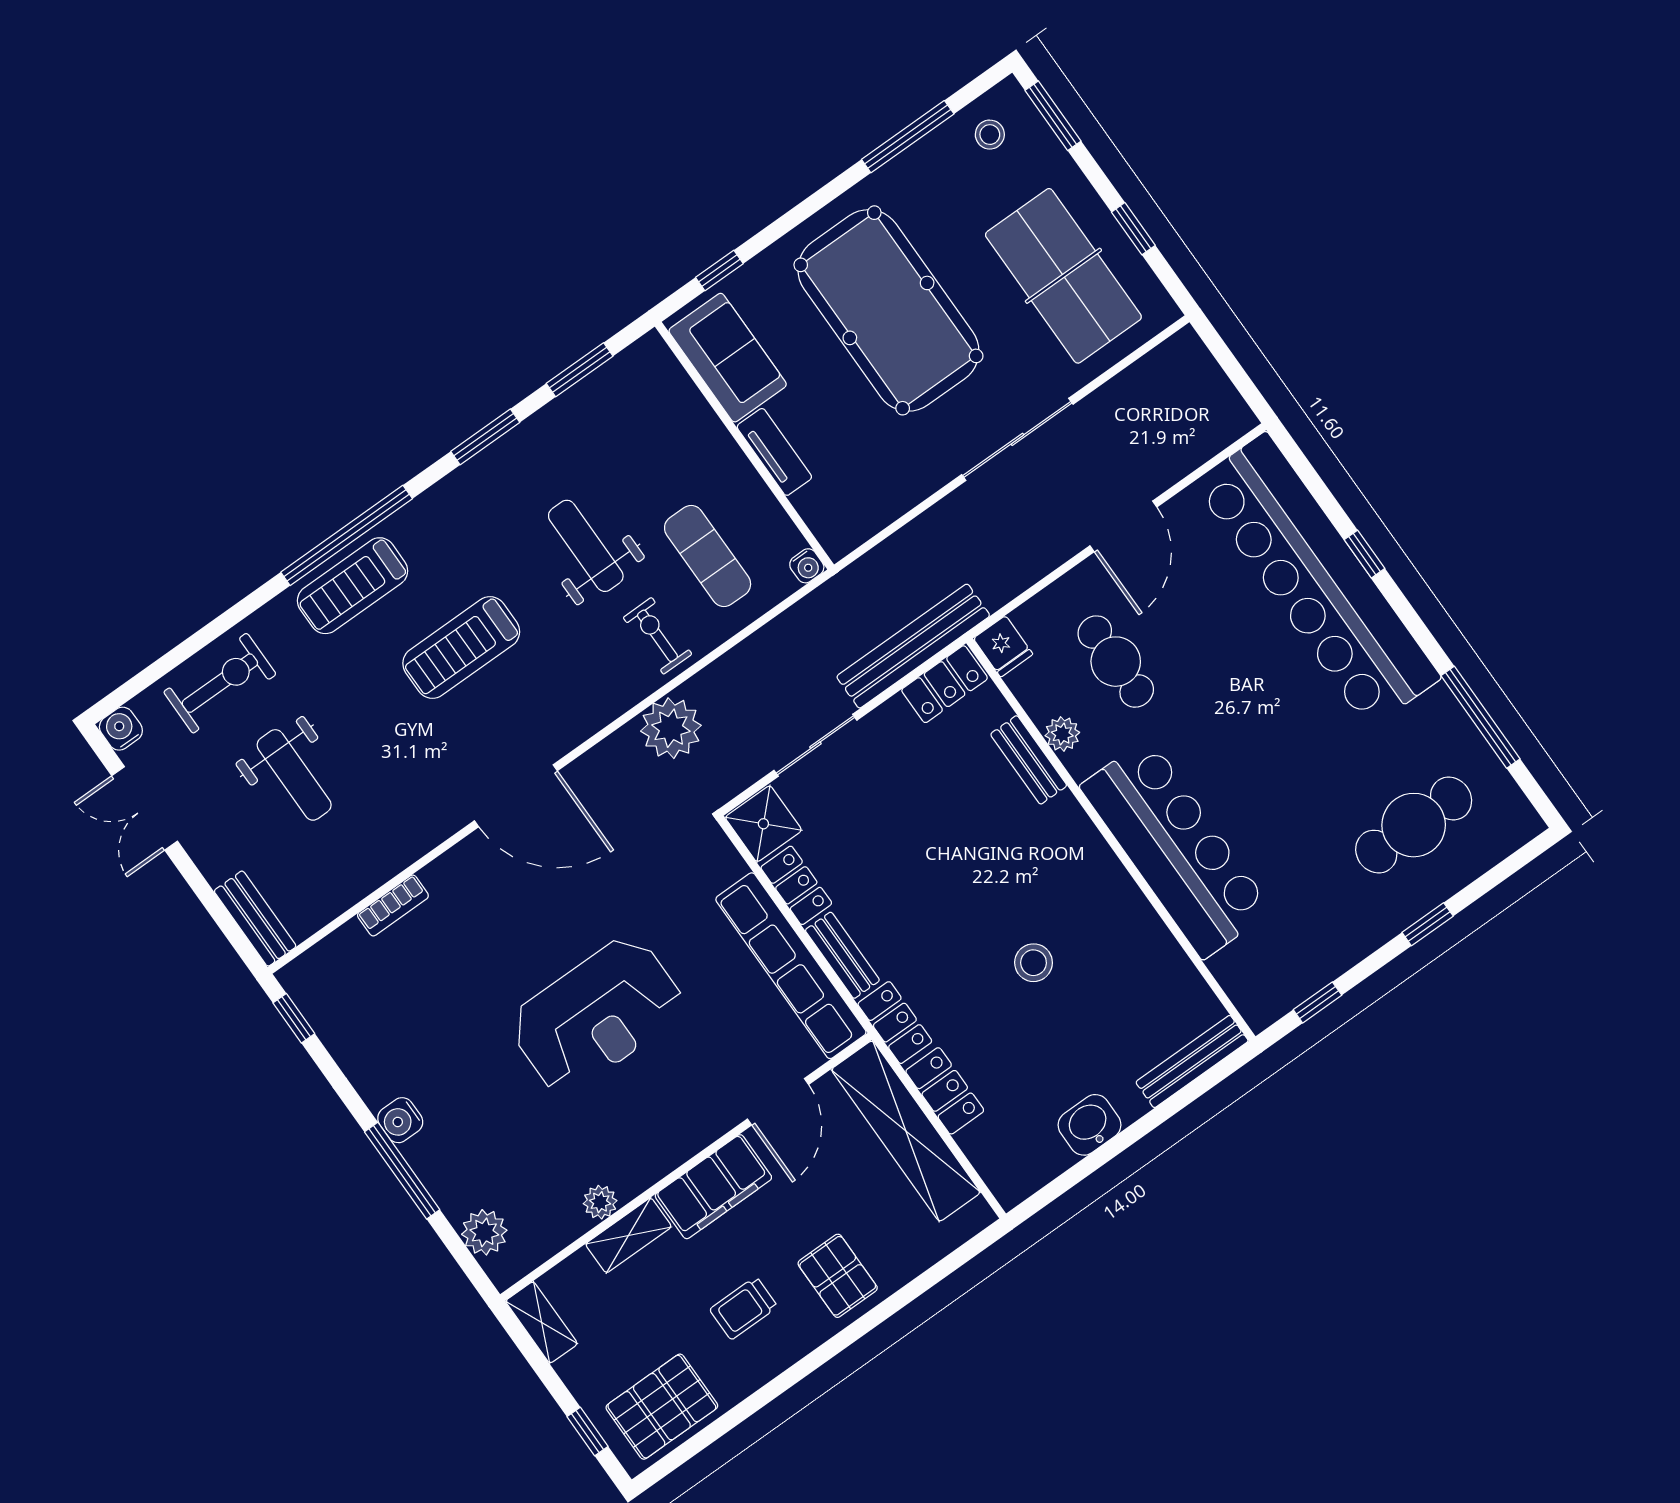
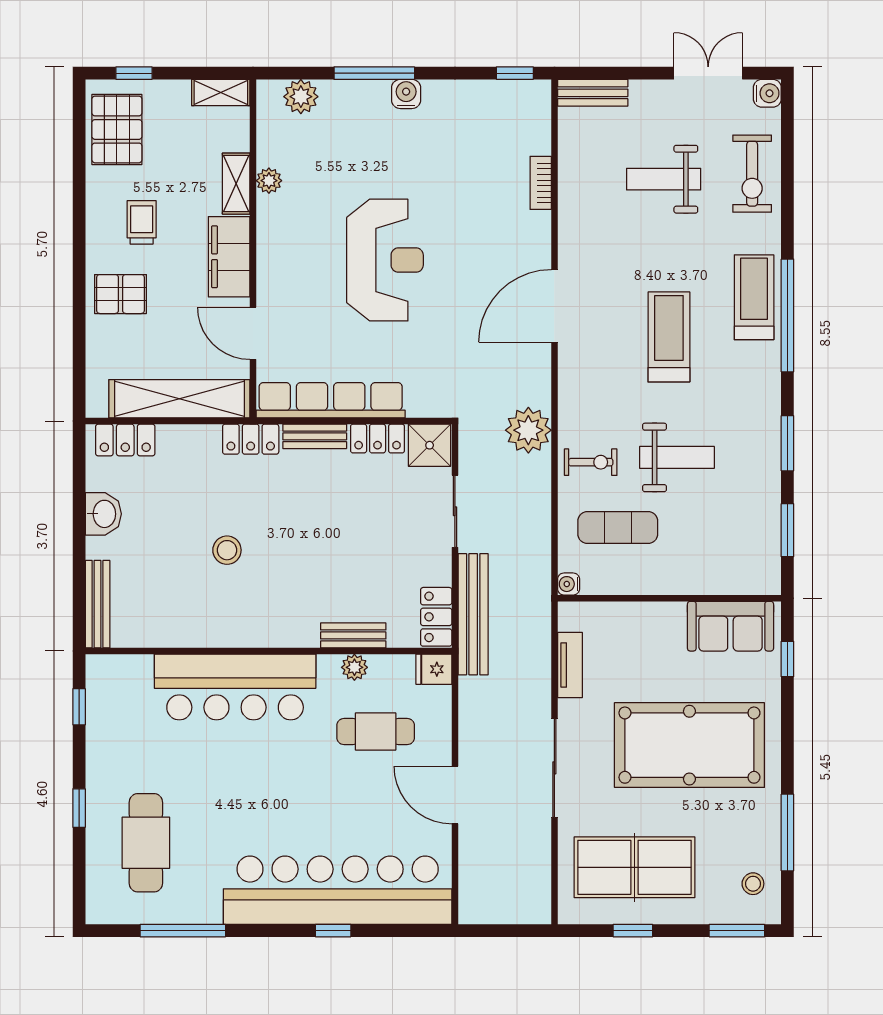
tv unit: (774, 452) -> (570, 665), moved, turned -90
reception desk: (597, 1015) -> (385, 260), turned 180
locker: (945, 1091) -> (125, 440), moved

